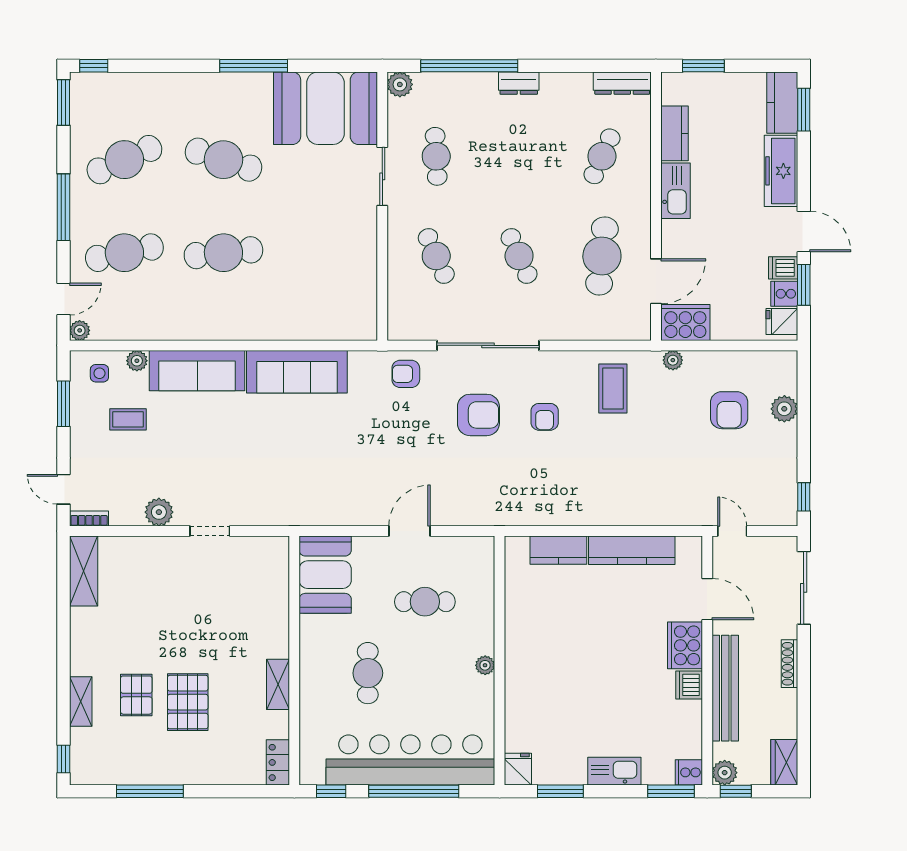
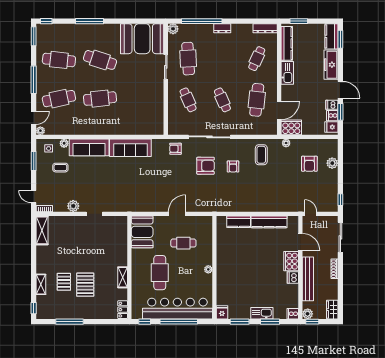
window: (254, 66) -> (90, 21), moved
kitchen counter: (675, 133) -> (287, 43), width x1.50
cafe table: (436, 156) -> (188, 59), width x1.37, depth x1.35
cafe table: (124, 160) -> (59, 60), turned 30
cafe table: (368, 673) -> (160, 273), width x1.37, depth x1.35
window: (671, 791) -> (270, 322), moved

